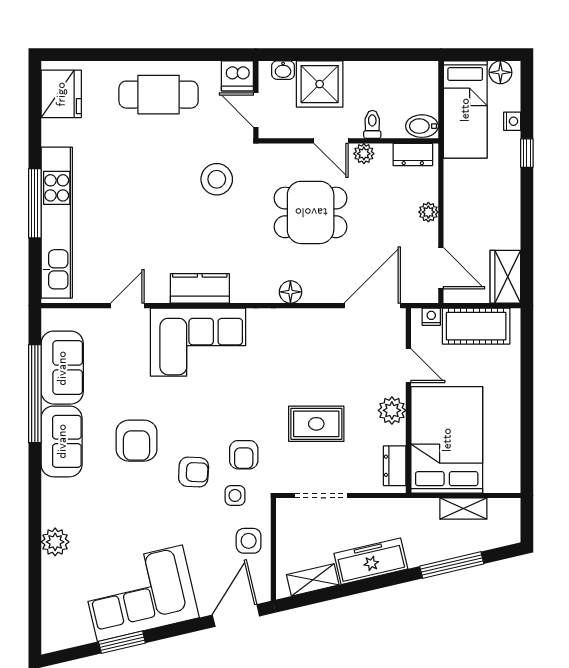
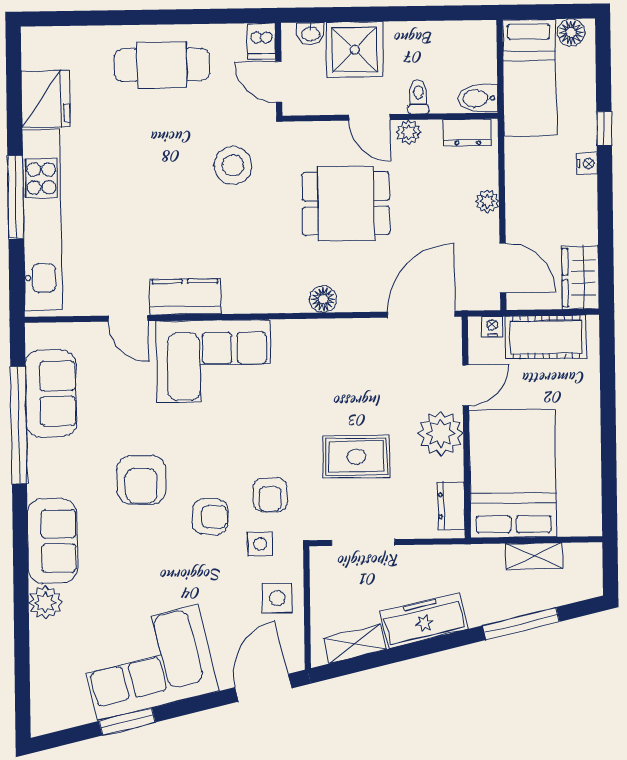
dishwasher: (237, 76) -> (261, 41), width x0.73
fridge: (61, 94) -> (46, 99), moved
nightstand: (512, 121) -> (587, 164), moved
kitchen counter: (200, 288) -> (185, 297), moved
door: (127, 306) -> (128, 318), swing flipped
door: (408, 366) -> (466, 385), hinge flipped
plant: (392, 410) -> (441, 434), width x1.36, depth x1.36
sofa: (62, 441) -> (52, 541), moved

